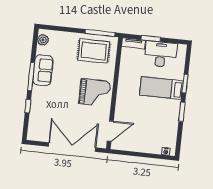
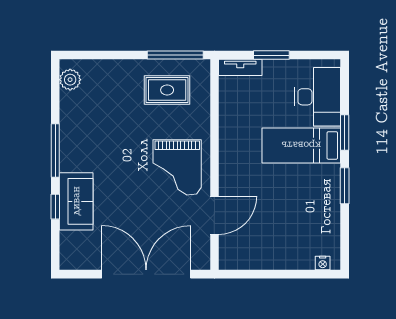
rug: (94, 51) -> (167, 90), width x0.73, depth x0.70
desk: (161, 54) -> (317, 97), moved, turned 90
sofa: (43, 70) -> (76, 201), moved
grand piano: (95, 92) -> (177, 167), turned 90
door: (110, 131) -> (214, 215), moved

